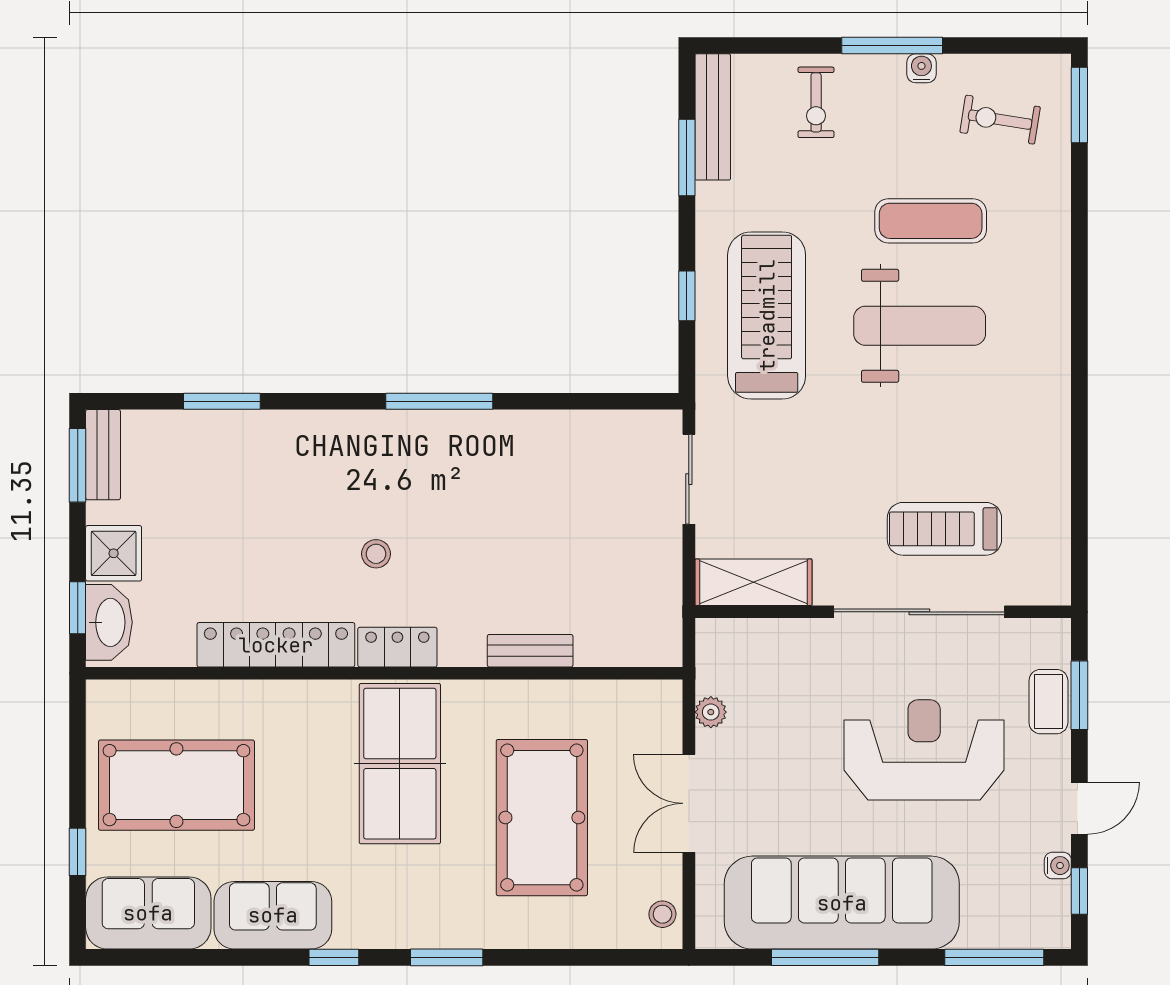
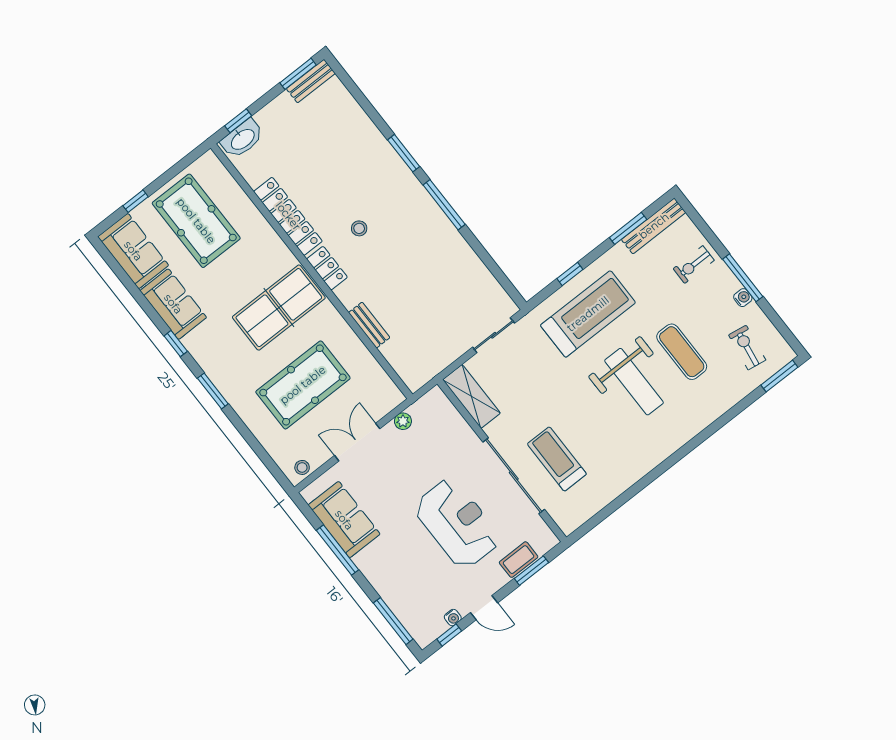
window: (222, 401) -> (404, 153), moved
shower: (114, 553) -> (273, 118), removed
sofa: (842, 903) -> (344, 520), width x0.54, depth x0.79

